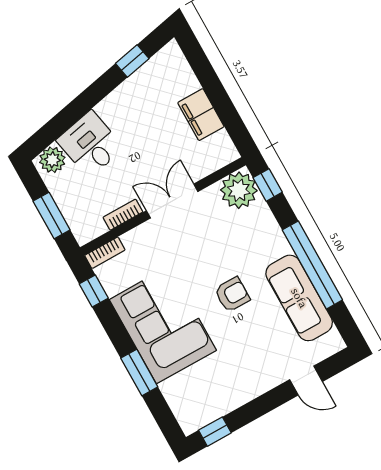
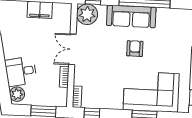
sofa: (299, 298) -> (131, 16), moved
corner sofa: (163, 325) -> (151, 92), moved

